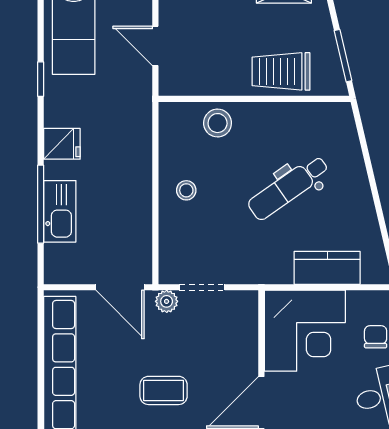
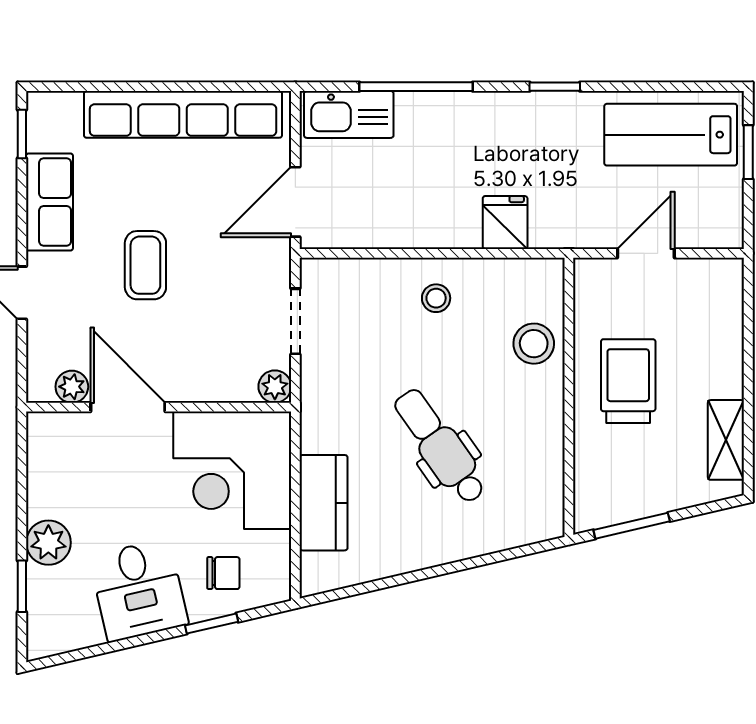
trolley: (281, 71) -> (628, 381), moved
window: (41, 79) -> (555, 87), moved
fridge: (62, 144) -> (505, 222), moved, turned 180
kitchen sink: (60, 211) -> (349, 114), moved
plant: (167, 301) -> (275, 387), moved

